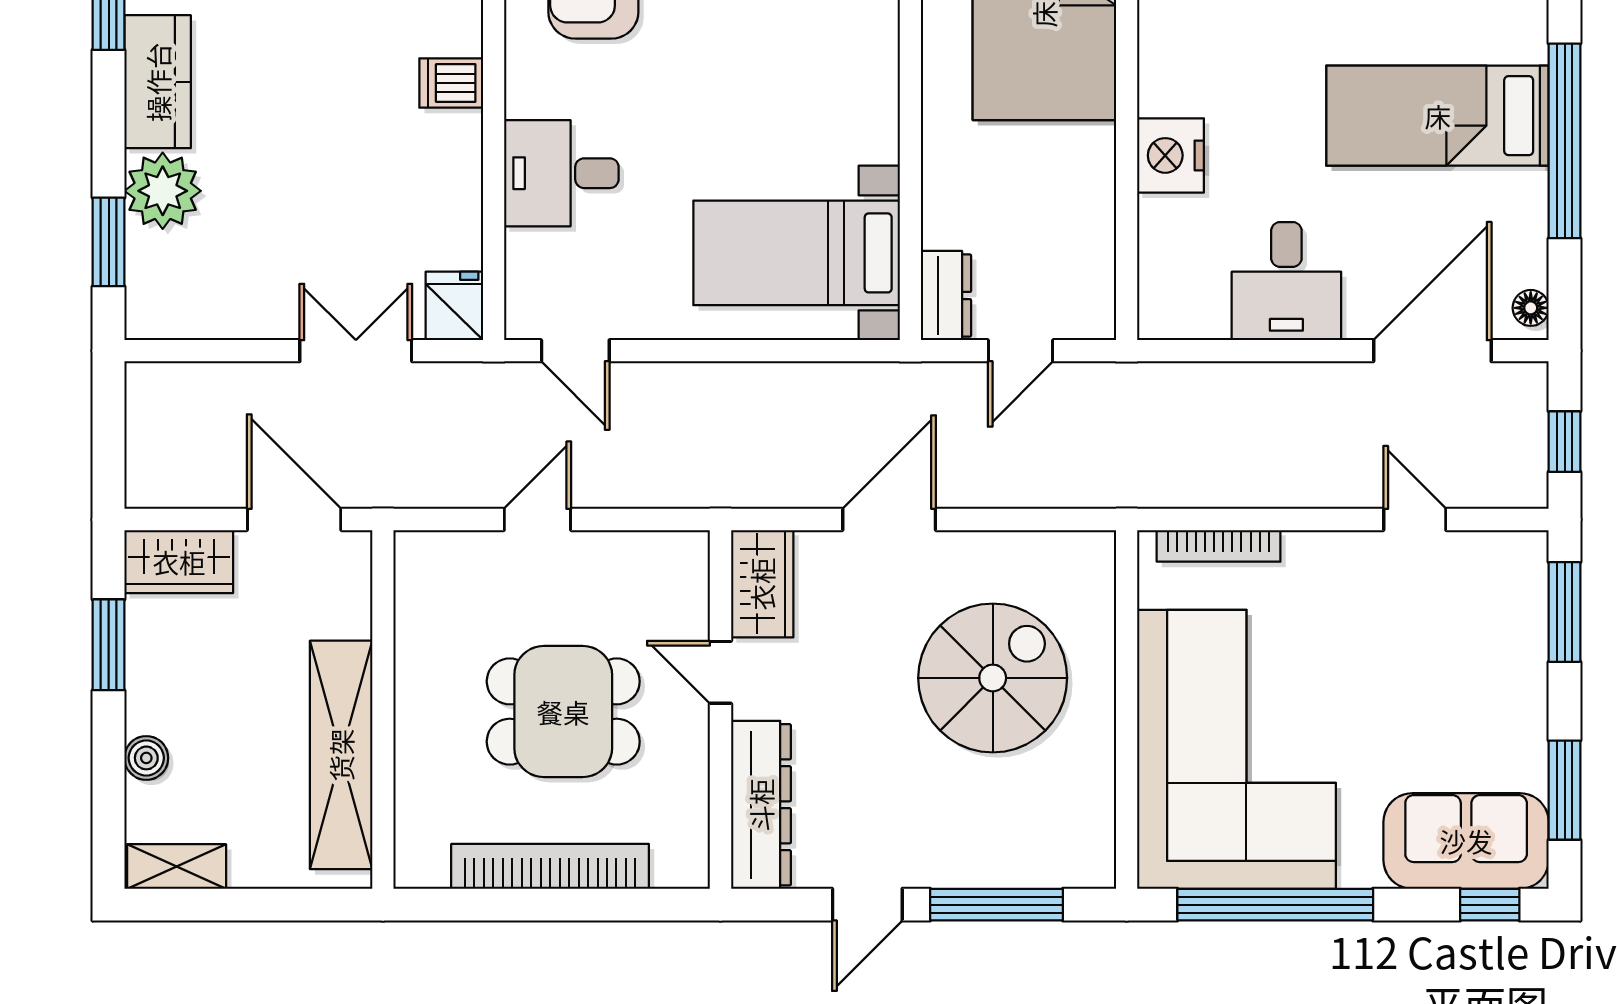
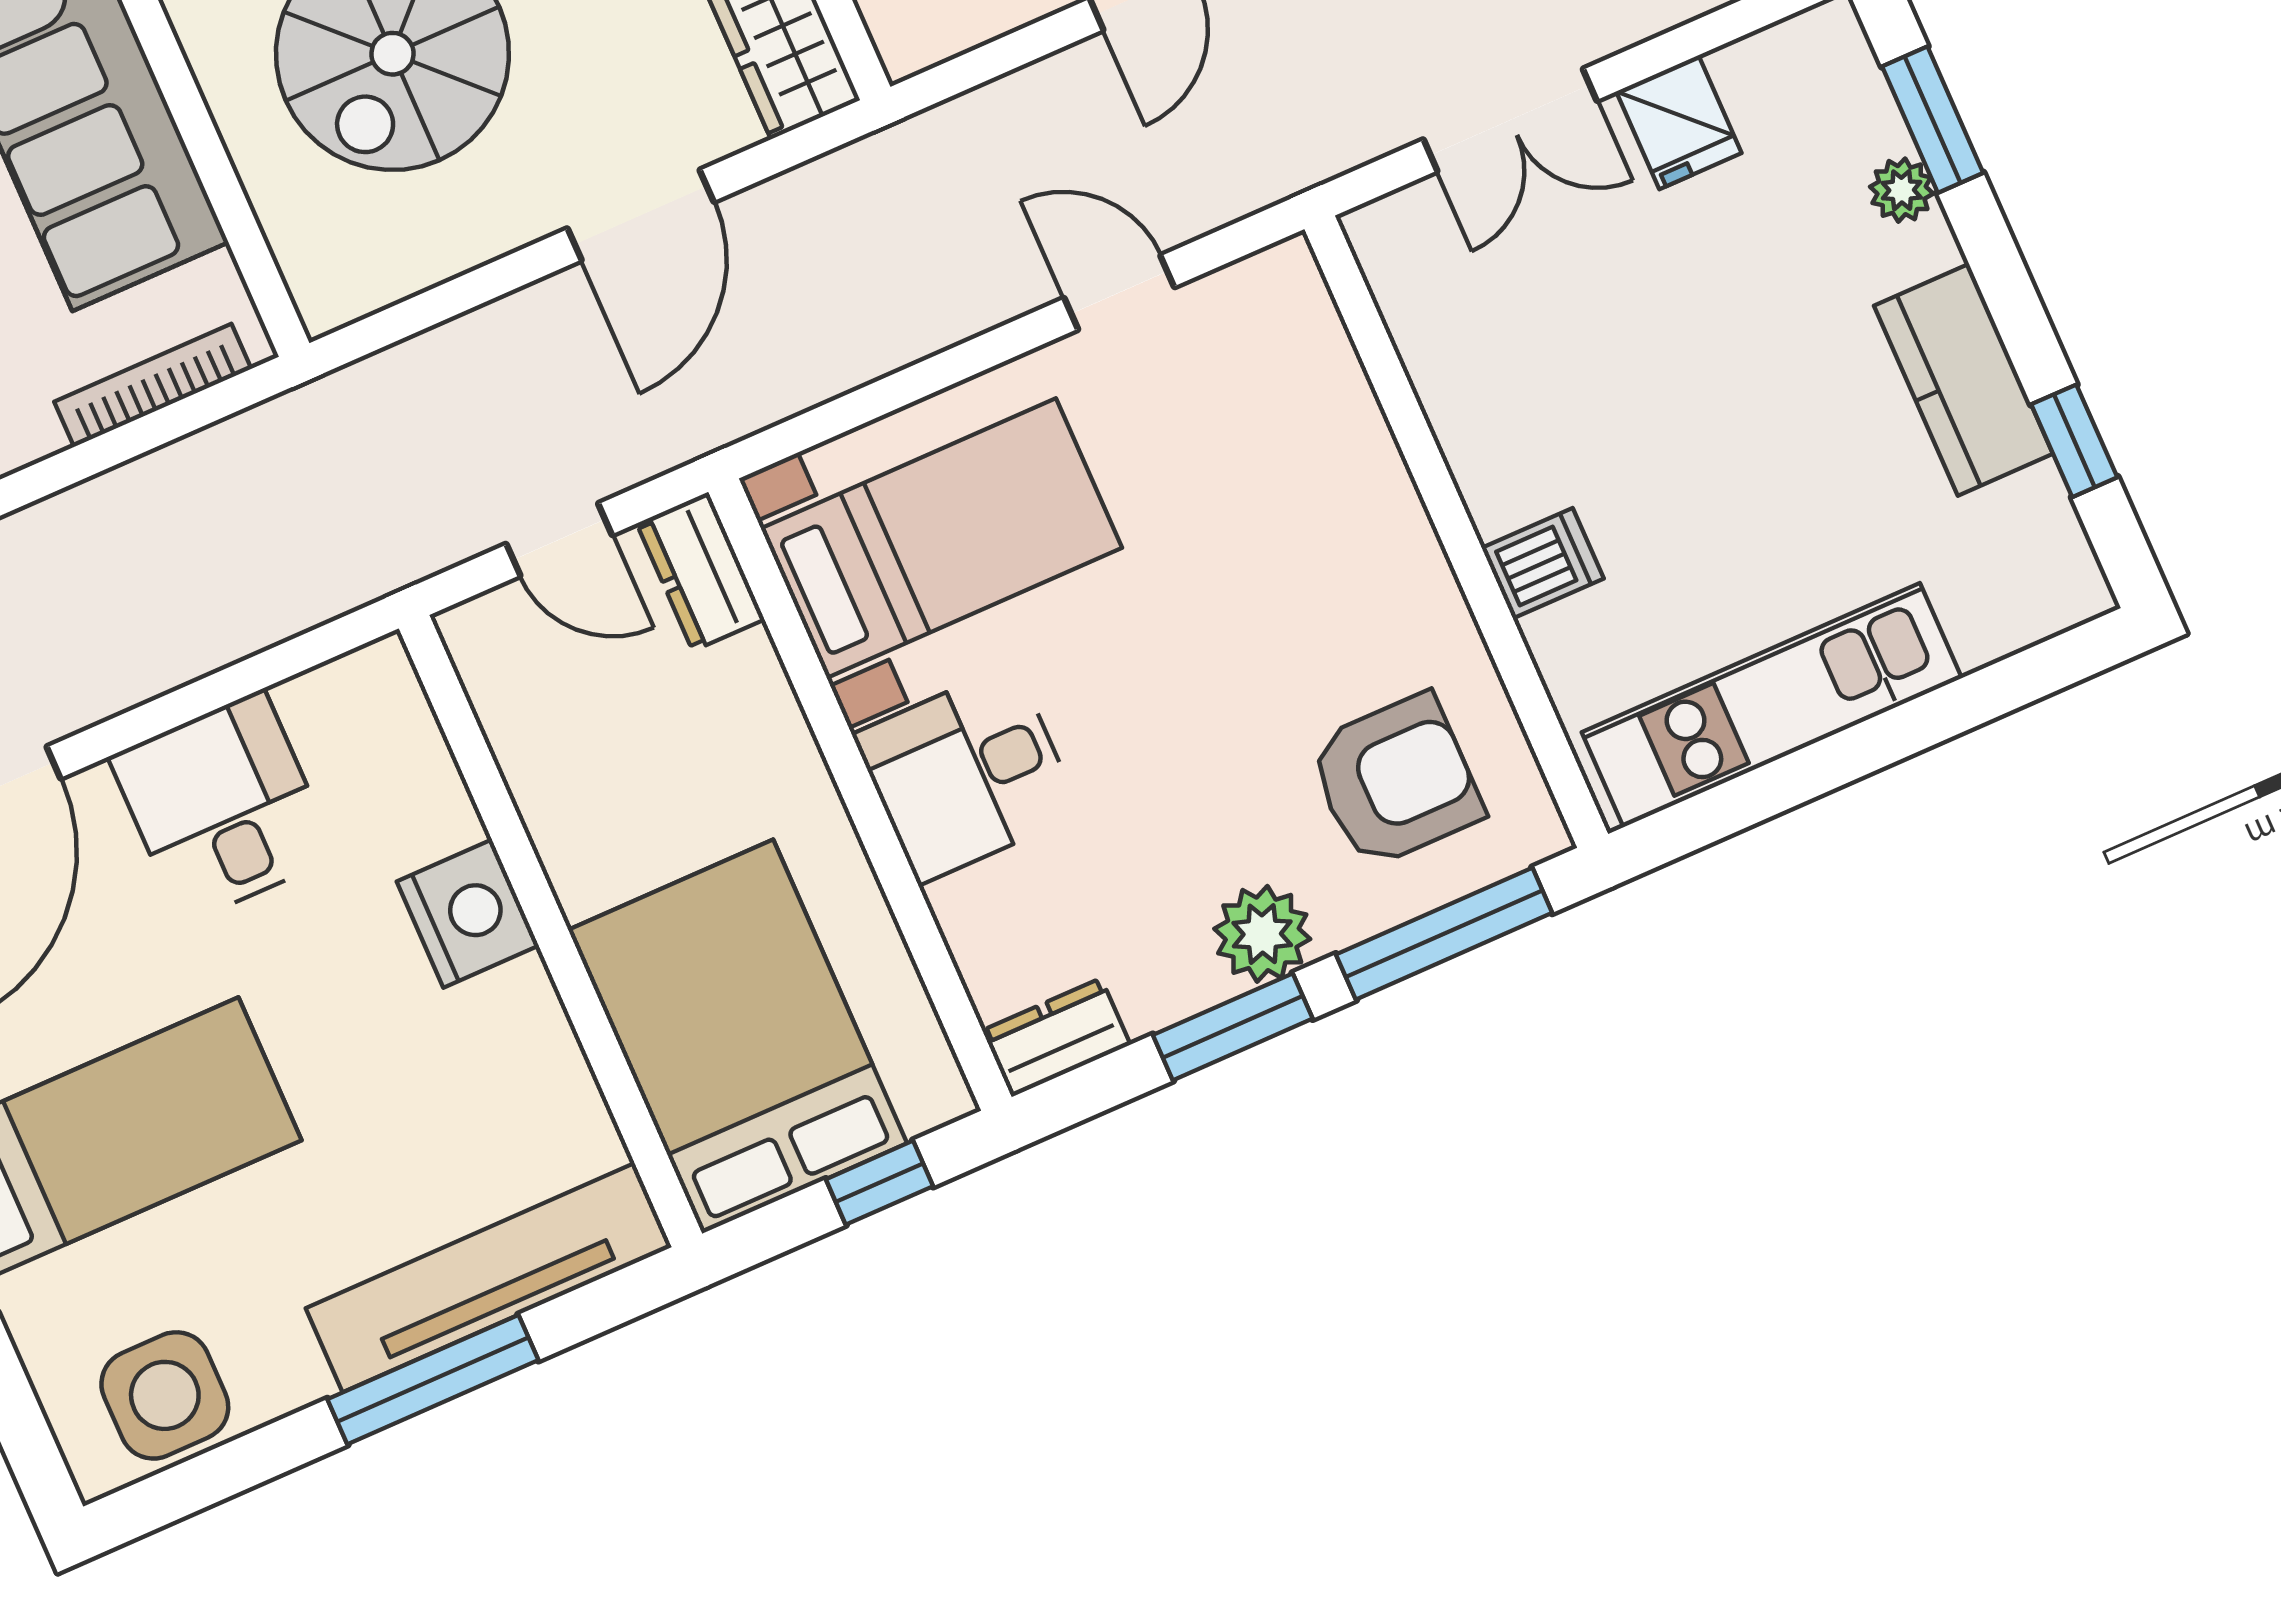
desk: (561, 173) -> (967, 774), moved, turned 180
plant: (163, 191) -> (1902, 190), width x0.53, depth x0.53
fridge: (454, 306) -> (1679, 122), moved
door: (575, 351) -> (1119, 293), moved
door: (1021, 351) -> (559, 540), swing flipped

